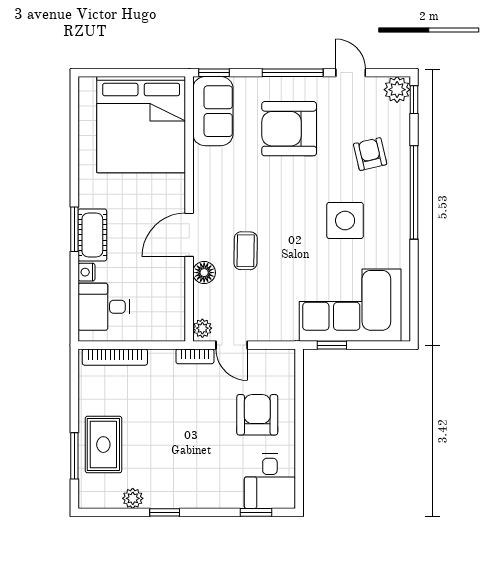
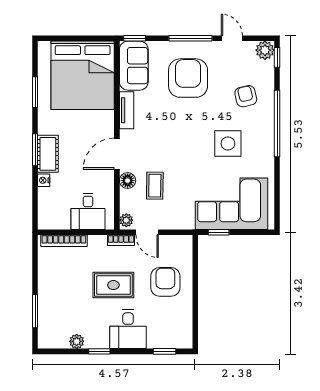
armchair: (289, 129) -> (188, 78), turned 90
window: (74, 148) -> (35, 92), added
tv unit: (203, 174) -> (127, 110), added
coffee table: (246, 251) -> (155, 186), moved
desk: (104, 307) -> (88, 211), moved, turned -90
rug: (103, 445) -> (113, 285), moved, turned 90
desk: (270, 481) -> (128, 329), moved

